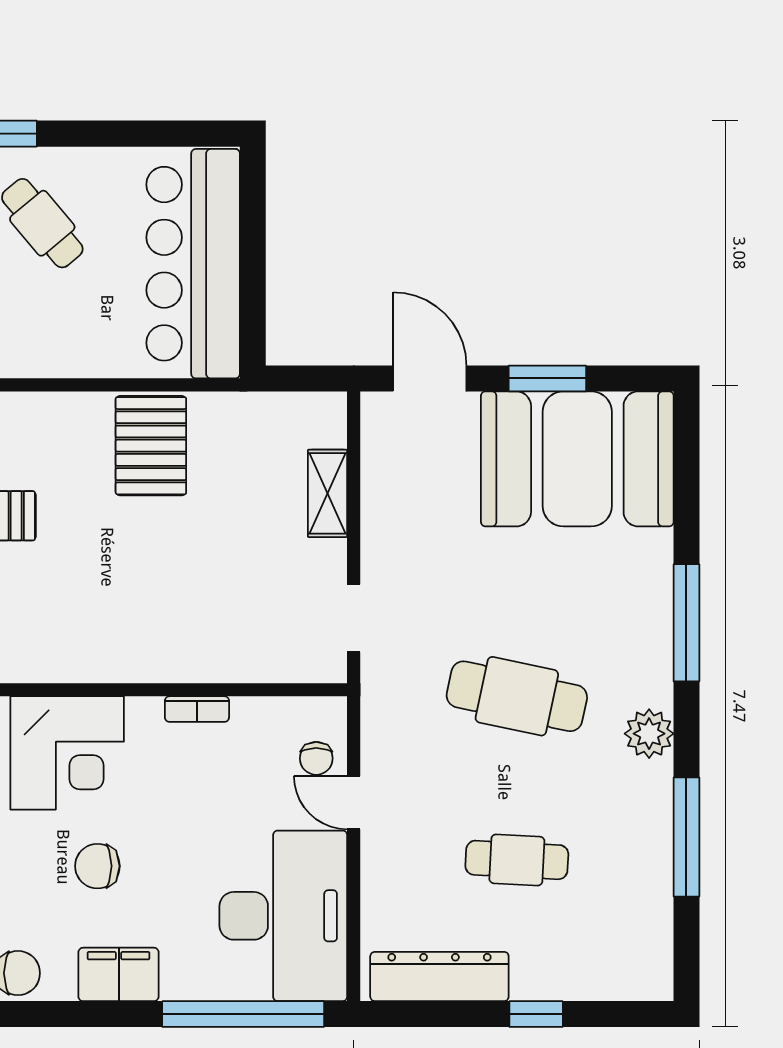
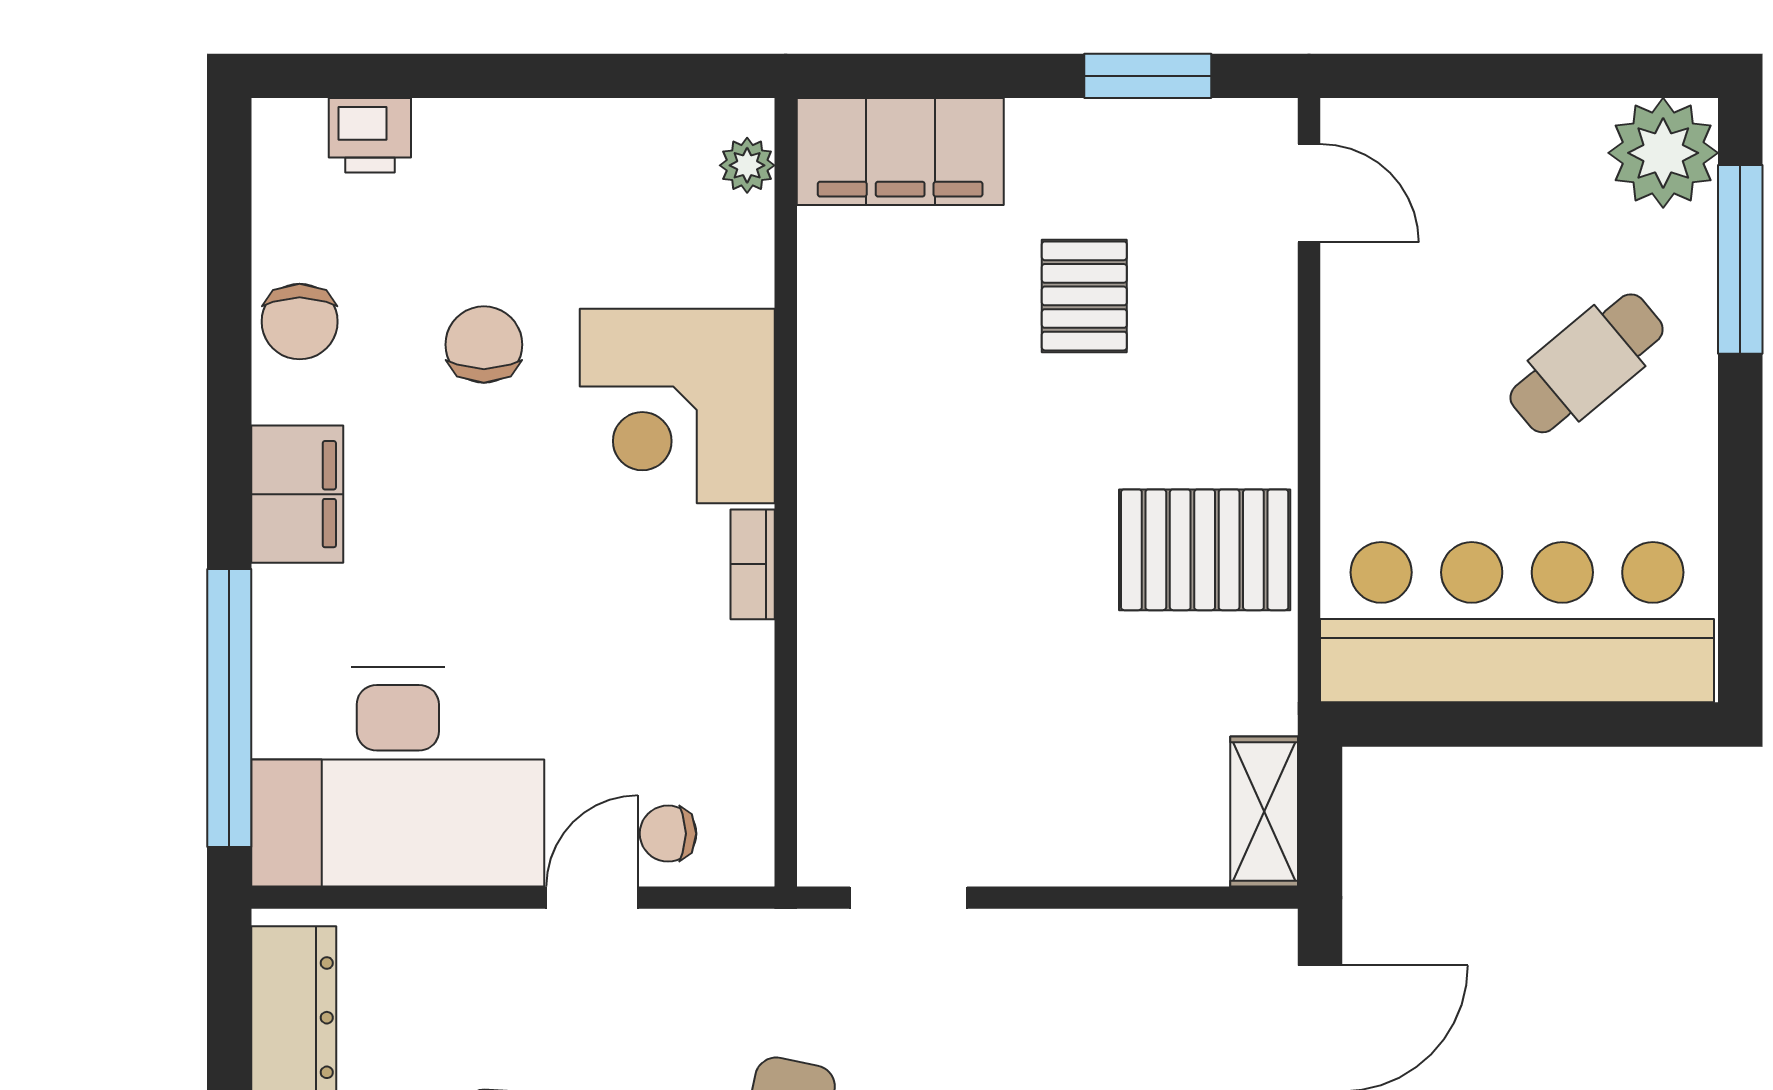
shelving: (327, 493) -> (1264, 811), moved, turned 90
bookcase: (197, 709) -> (753, 564), moved
chair: (97, 866) -> (484, 345), moved

